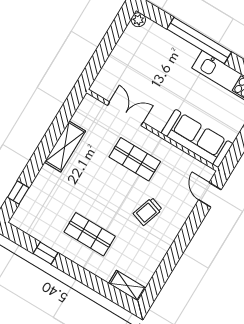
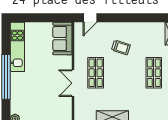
double door: (125, 114) -> (73, 83), moved
sofa: (197, 138) -> (62, 39), width x0.73

